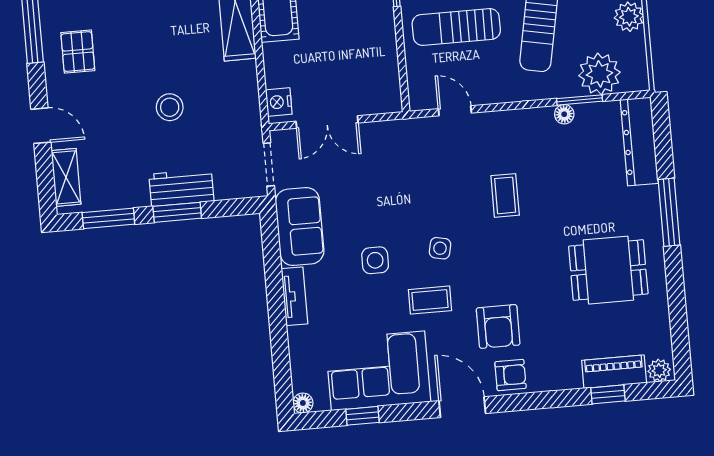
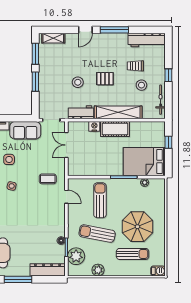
pallet: (78, 52) -> (105, 79), moved
nightstand: (279, 102) -> (94, 126), moved
door: (455, 111) -> (66, 197), hinge flipped
door: (41, 126) -> (85, 30), moved
workbench: (181, 188) -> (81, 112), moved, turned -90
coffee table: (505, 195) -> (48, 179), moved

